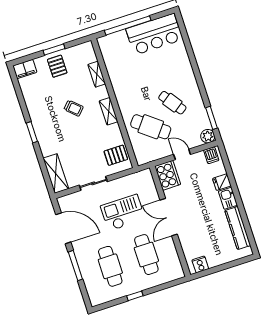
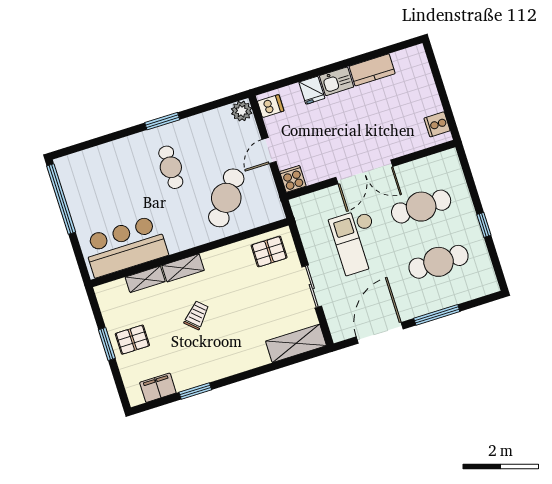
window: (128, 25) -> (61, 199), moved
bar counter: (154, 34) -> (125, 246), moved, turned -90
filing cabinet: (25, 69) -> (158, 388), moved, turned -90
cafe table: (172, 103) -> (171, 167), moved, turned -54
shelving: (109, 111) -> (183, 268), moved
window: (212, 118) -> (162, 121), moved
window: (32, 132) -> (195, 391), moved
pallet: (116, 155) -> (269, 252), turned 90
cooker: (168, 175) -> (293, 179), width x0.53, depth x0.76
kitchen counter: (238, 228) -> (372, 70), width x0.67

